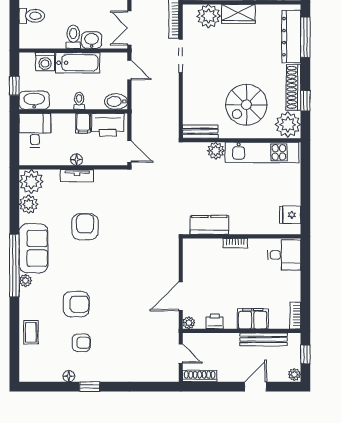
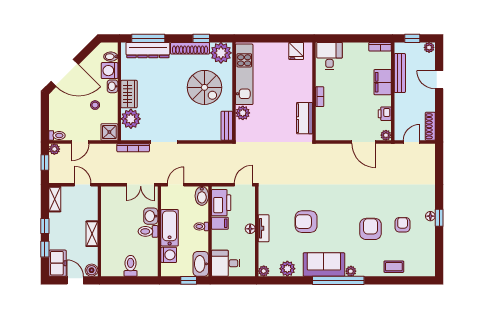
plant: (31, 181) -> (264, 271), width x0.53, depth x0.53
floor lamp: (69, 376) -> (430, 216), moved

